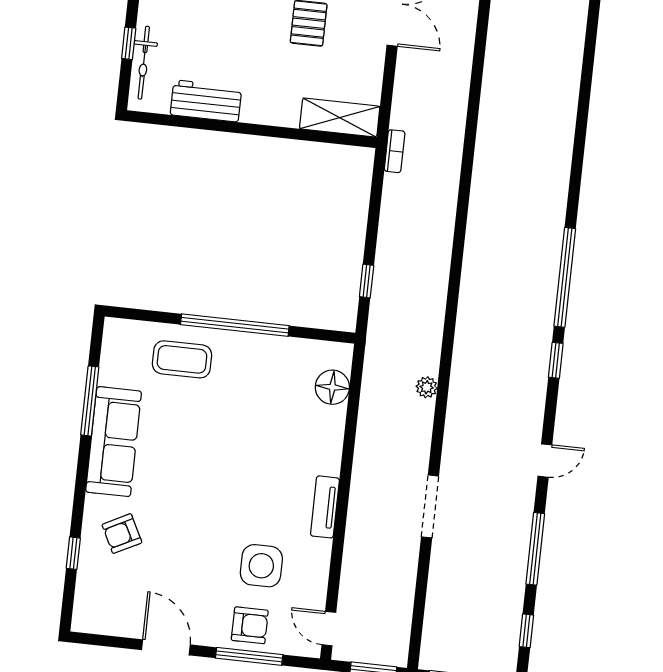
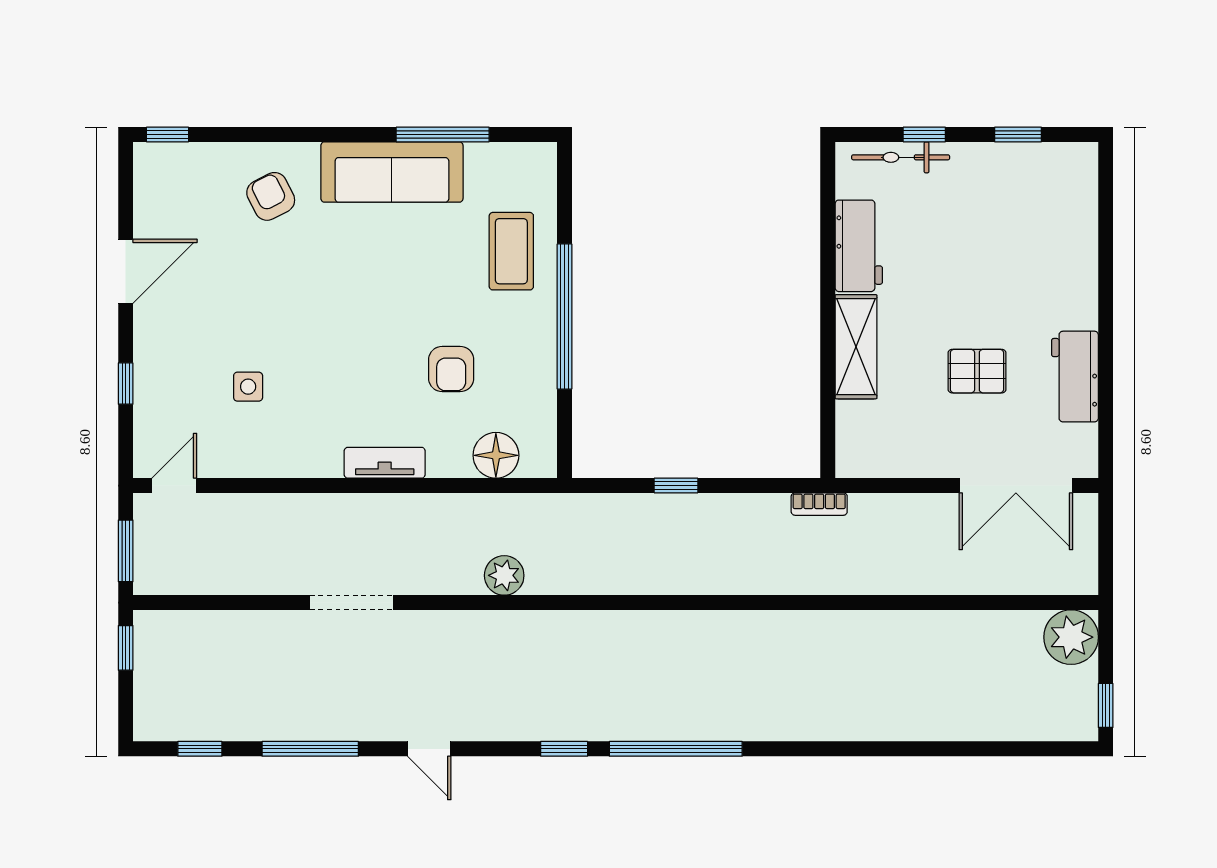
shelving: (340, 118) -> (856, 347), moved
window: (367, 281) -> (676, 486), moved
plant: (427, 387) -> (504, 575), width x1.38, depth x1.38
tv unit: (325, 507) -> (385, 463), moved
window: (73, 553) -> (167, 134), moved
side table: (261, 566) -> (248, 387), width x0.54, depth x0.54
armchair: (250, 625) -> (451, 369), moved
window: (249, 656) -> (126, 384), width x0.46

